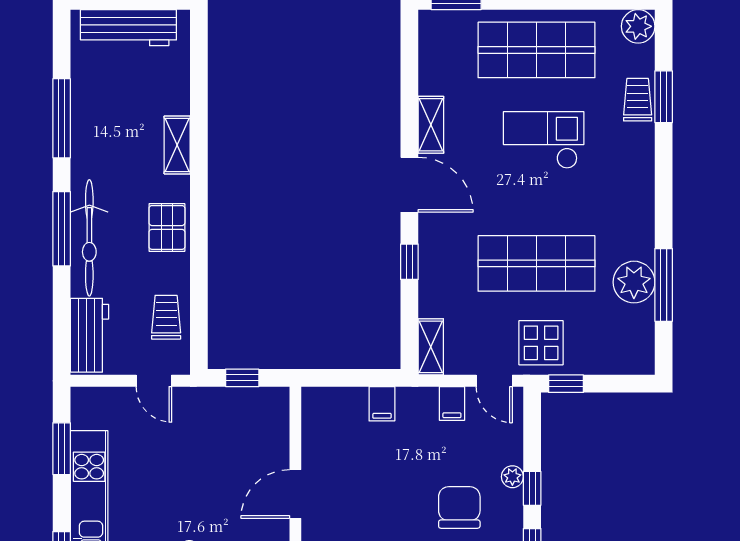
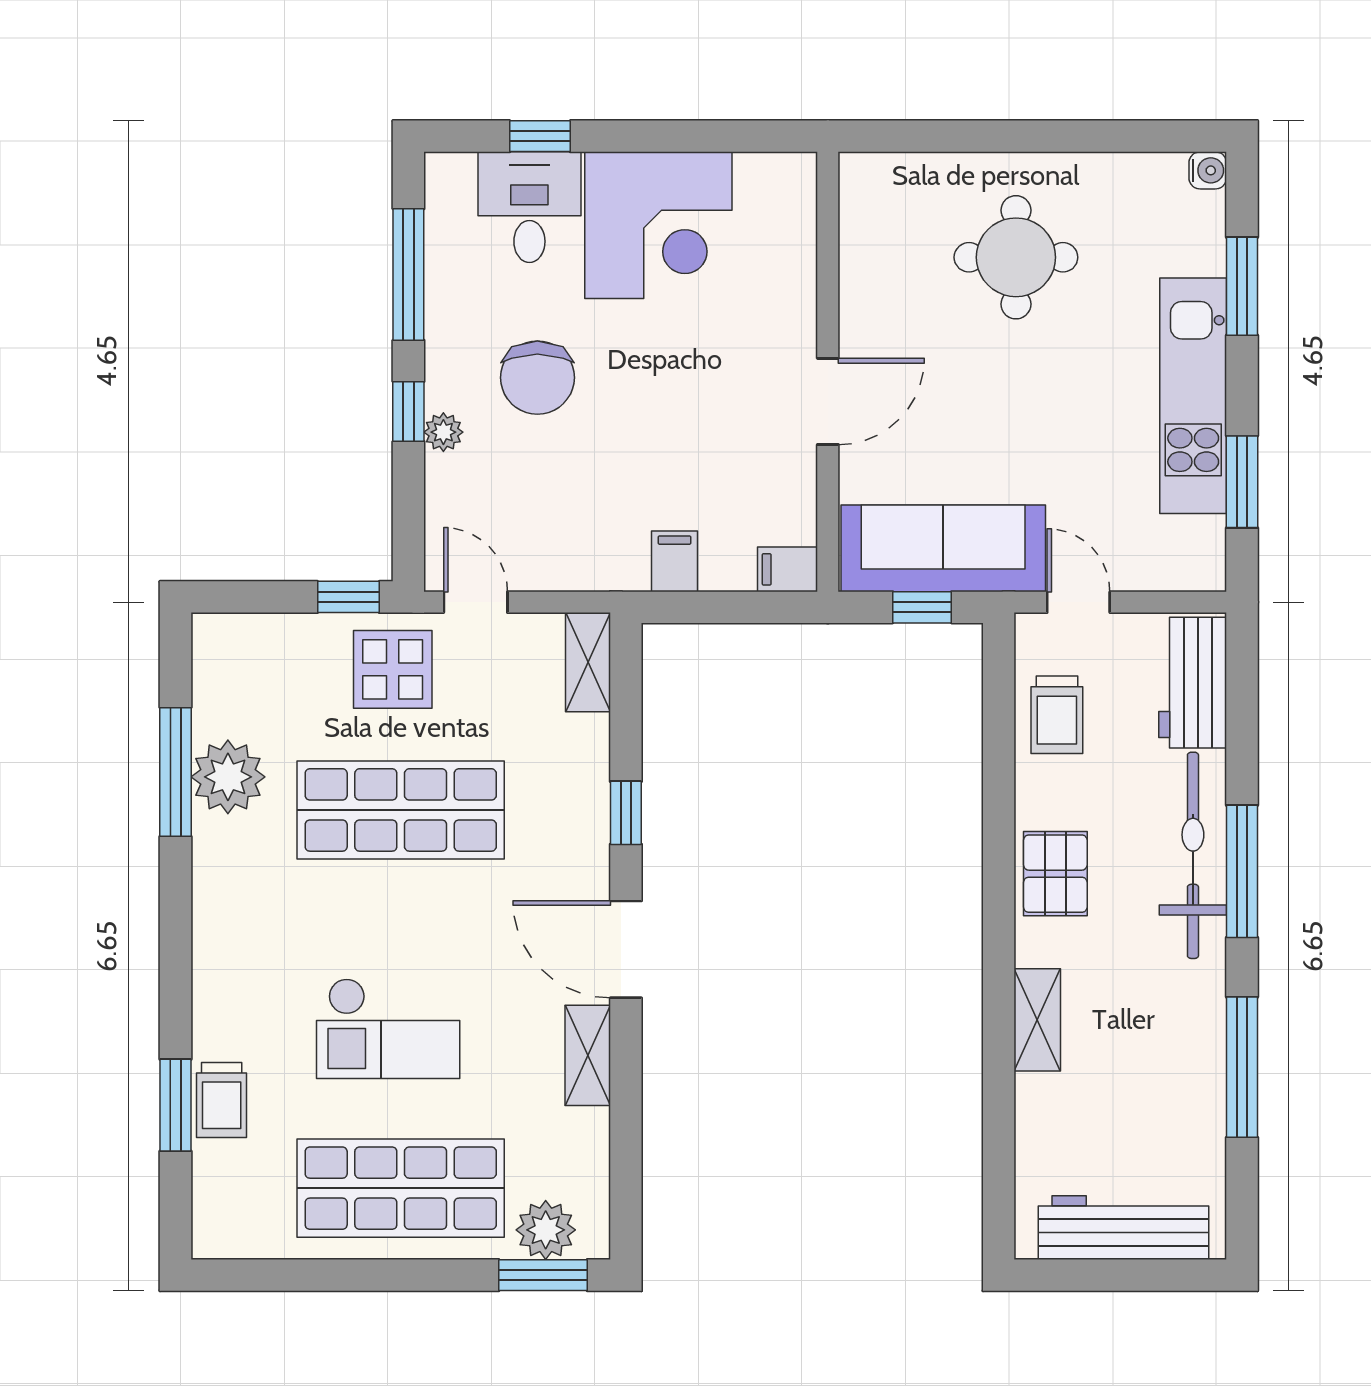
plant: (638, 26) -> (546, 1230), moved
filing cabinet: (452, 403) -> (788, 569), moved, turned -90
sofa: (230, 411) -> (943, 548), added

